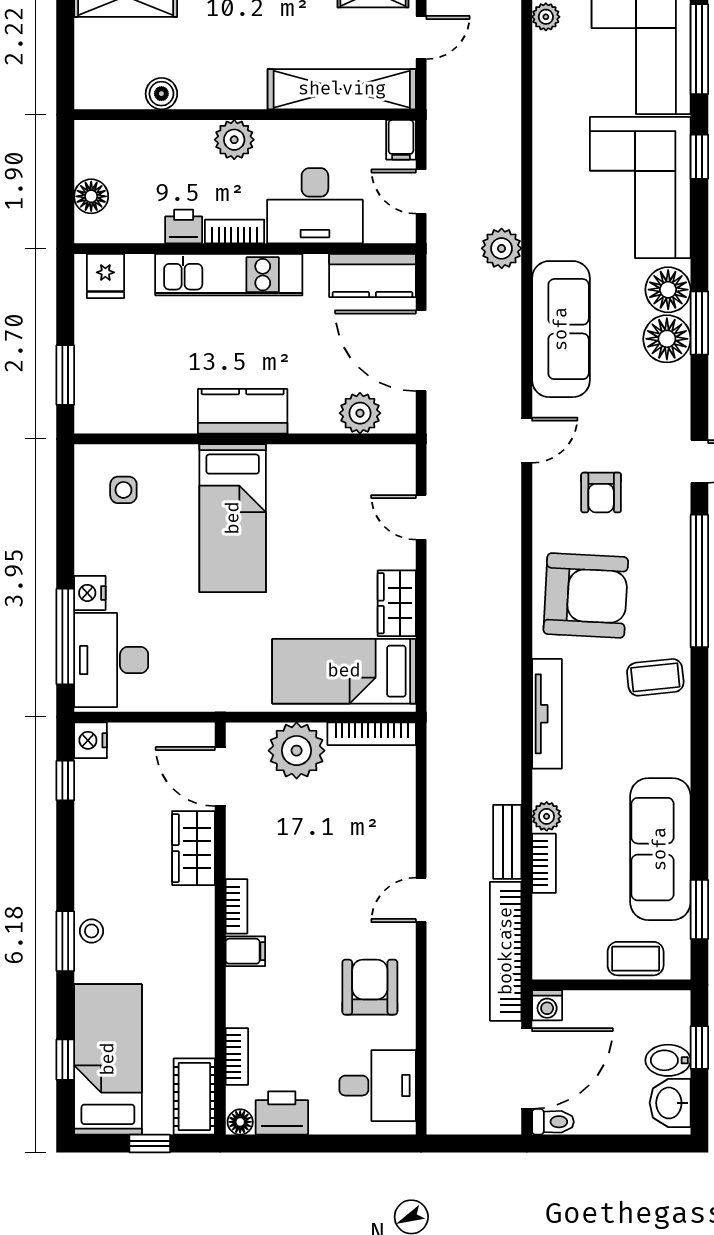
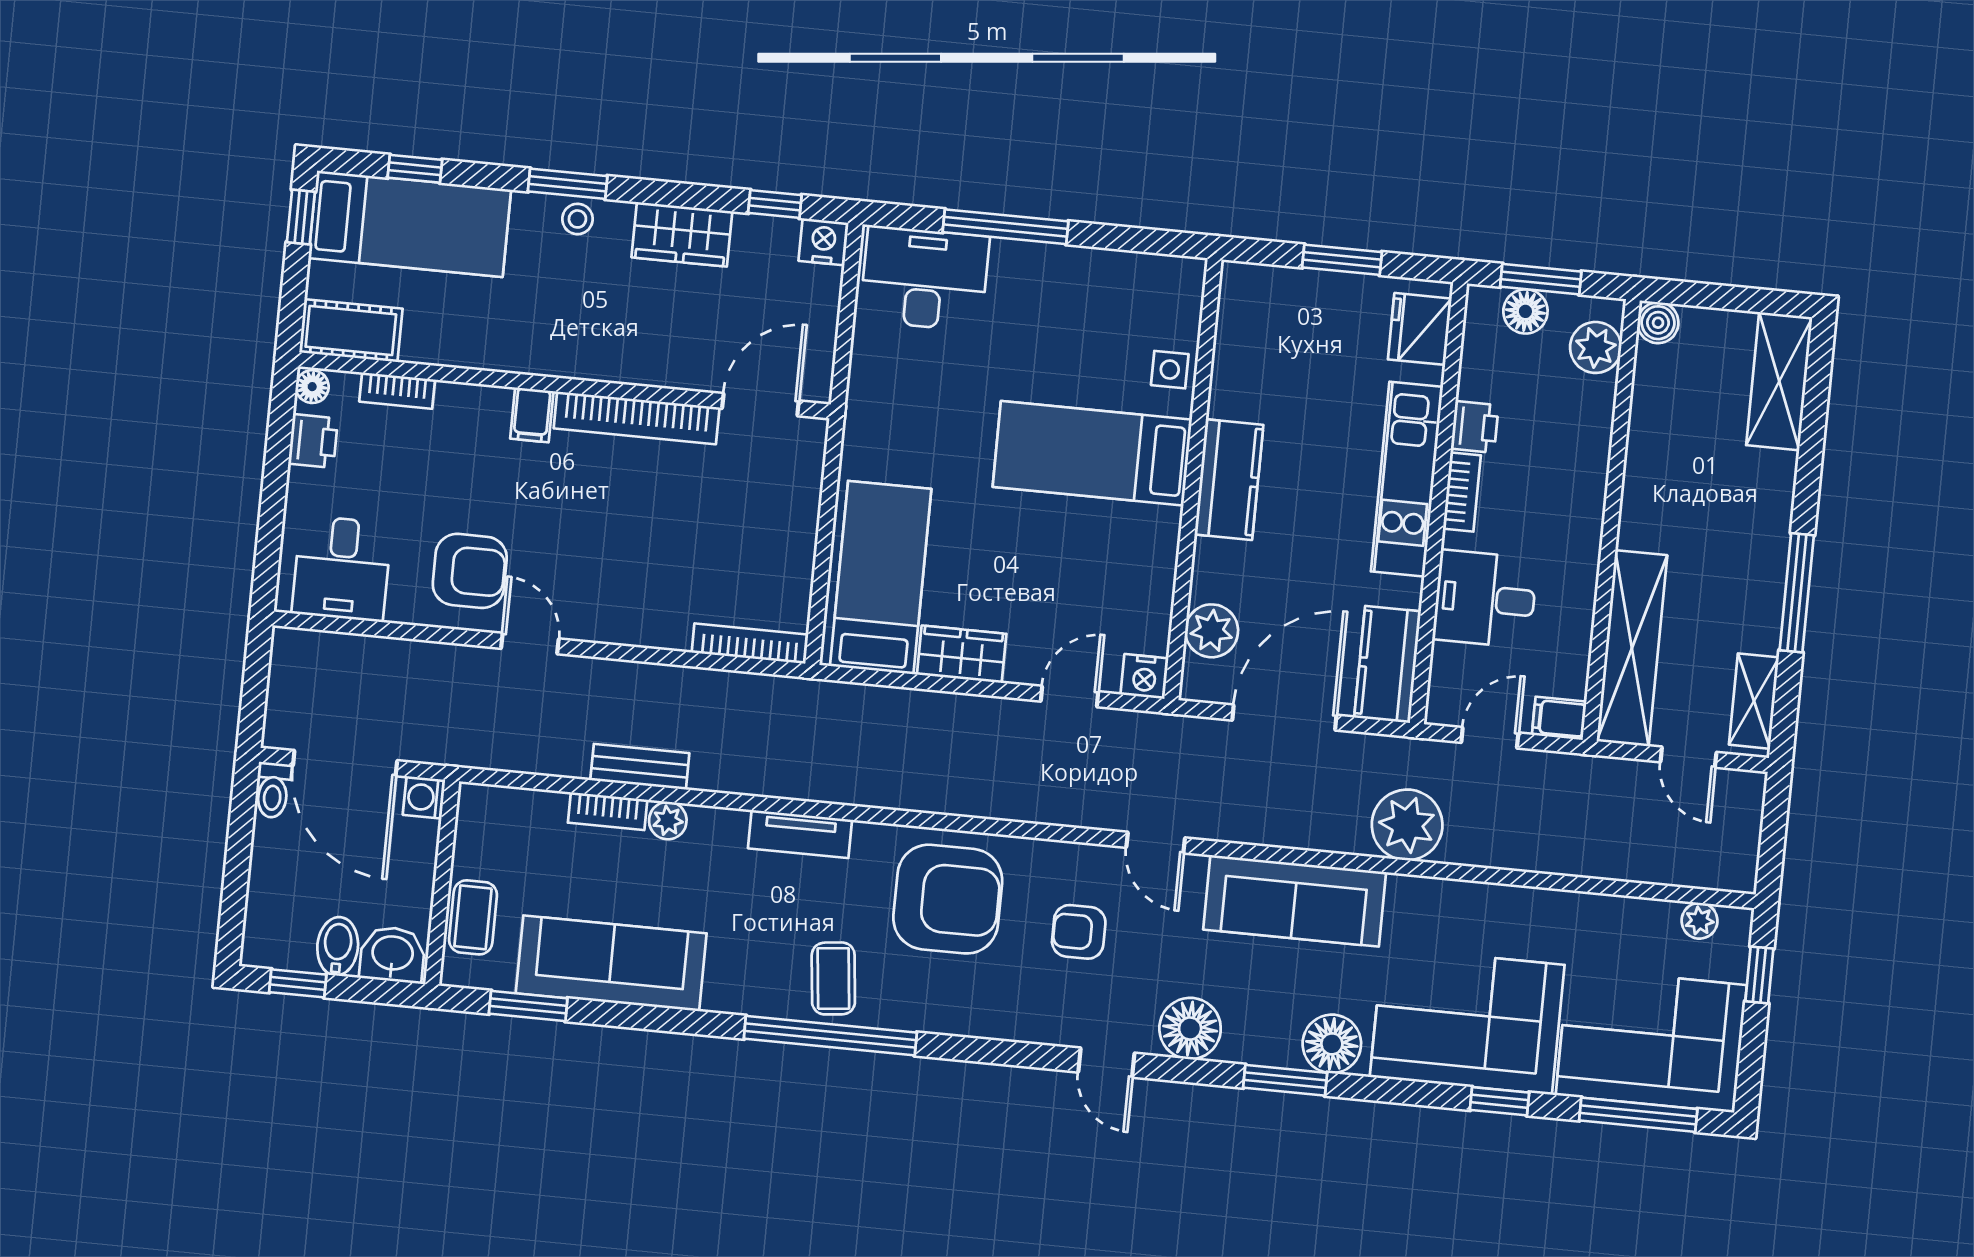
boiler: (161, 94) -> (1658, 323), moved
plant: (234, 140) -> (1596, 347), moved
window: (65, 187) -> (1541, 279), added
desk: (315, 206) -> (1485, 599), width x0.73
plant: (502, 248) -> (1407, 825), width x1.36, depth x1.36
fridge: (105, 276) -> (1420, 329), width x1.38
floor lamp: (667, 339) -> (1190, 1029), moved
window: (65, 375) -> (1342, 260), moved
side table: (123, 490) -> (1170, 370), moved
window: (699, 581) -> (830, 1036), moved
nightstand: (90, 593) -> (1145, 676), moved, turned 180
armchair: (586, 596) -> (948, 899), turned -93
window: (65, 636) -> (1006, 227), moved
tv unit: (547, 714) -> (800, 834), width x0.71
bookcase: (372, 734) -> (750, 644), moved, turned 90
plant: (297, 751) -> (784, 506), removed
wardrobe: (194, 848) -> (682, 234), moved, turned 180
door: (421, 900) -> (530, 644), moved
bookcase: (236, 906) -> (637, 418), width x2.31, depth x1.31
bookcase: (506, 951) -> (499, 751), removed
window: (699, 1048) -> (298, 983), moved
washbasin: (670, 1103) -> (392, 954), moved
printer: (282, 1113) -> (313, 441), width x0.73, depth x0.81
window: (150, 1143) -> (301, 217), moved

